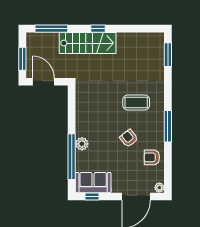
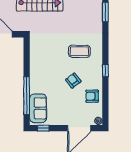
window: (168, 126) -> (105, 71), width x0.46
plant: (82, 144) -> (35, 85), removed
sofa: (93, 183) -> (38, 108), moved, turned 90

